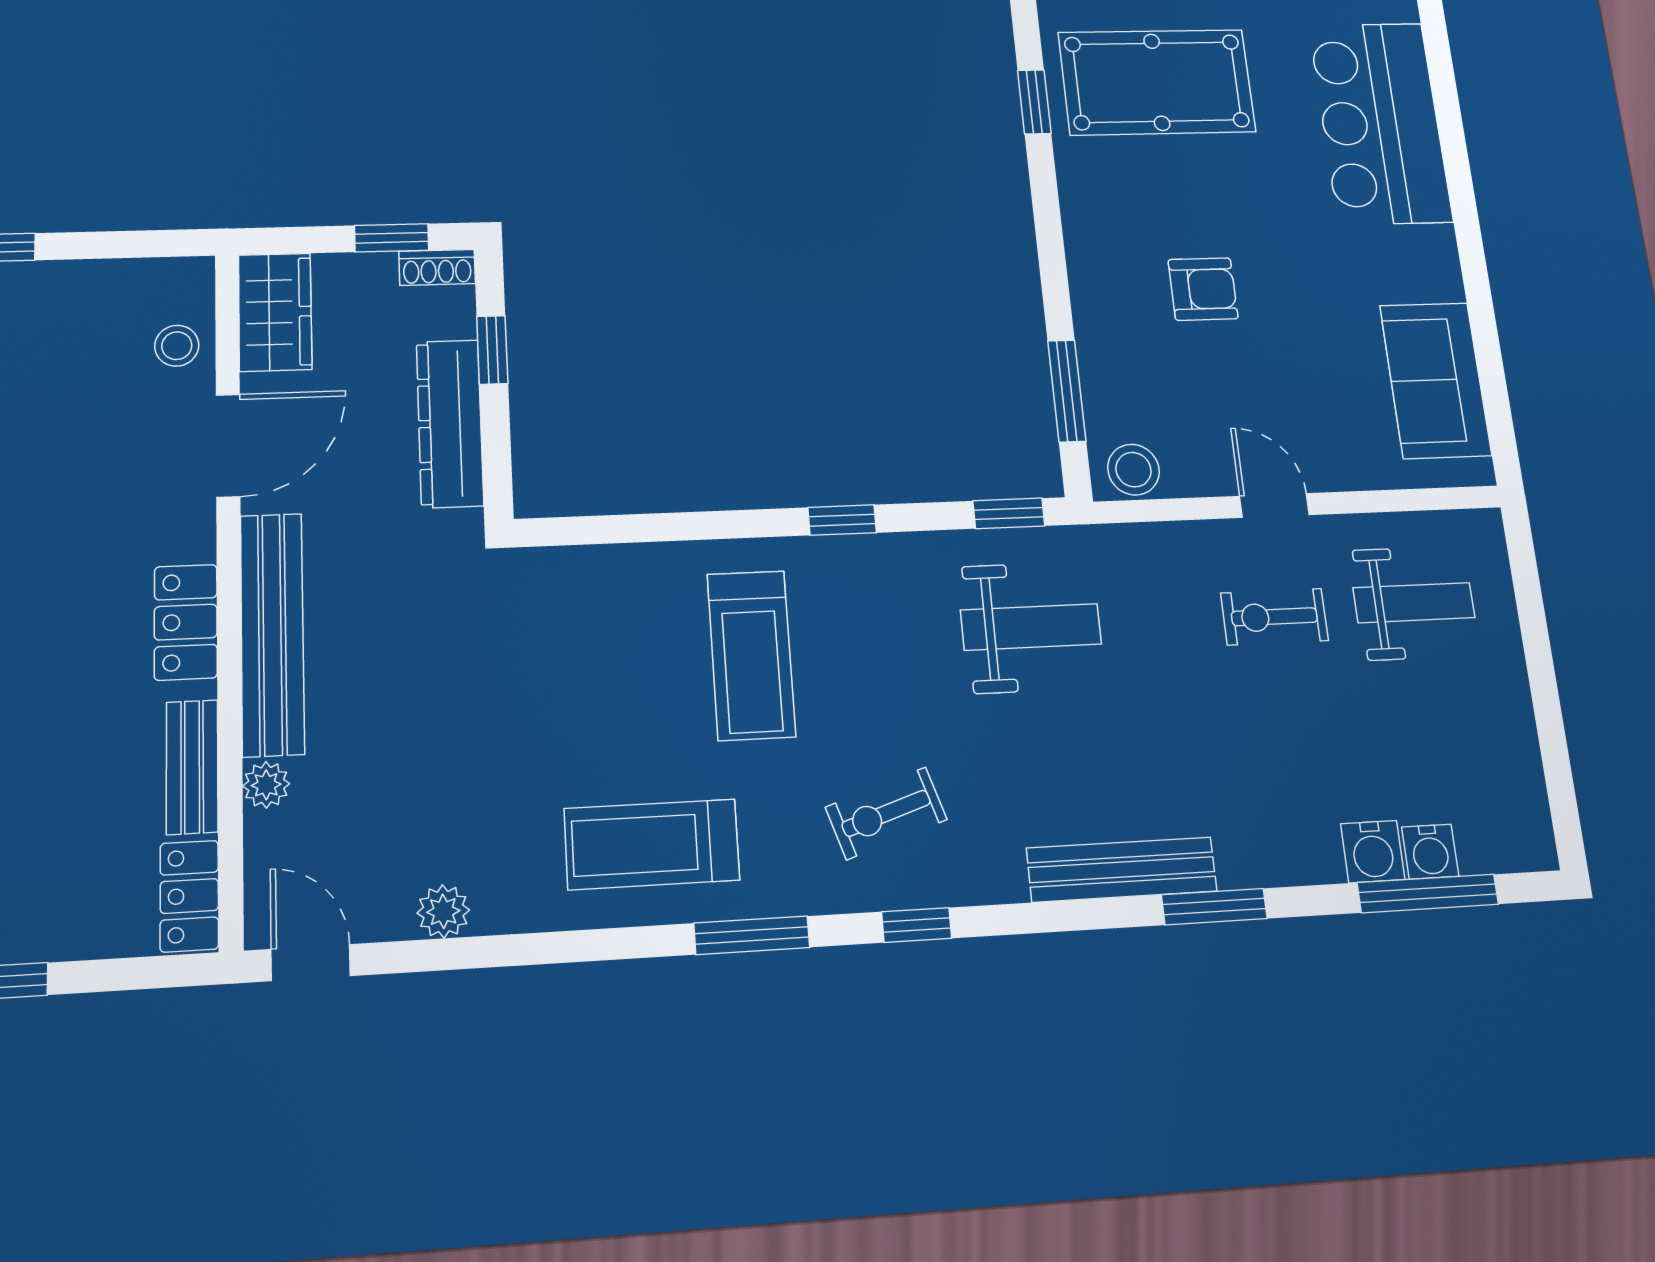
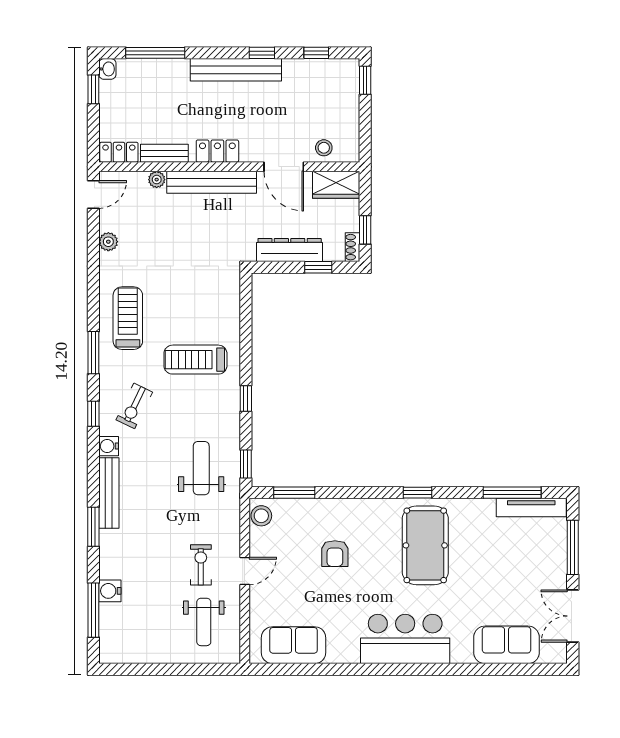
weight bench: (1031, 627) -> (201, 468), turned 180
exercise bike: (886, 813) -> (134, 406), turned -136
water cooler: (1430, 852) -> (109, 446), moved

